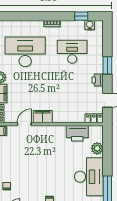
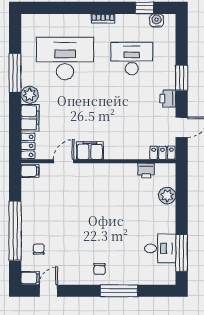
printer: (77, 133) -> (146, 171), width x0.53, depth x0.68
desk: (89, 177) -> (160, 248), width x0.53, depth x0.77

